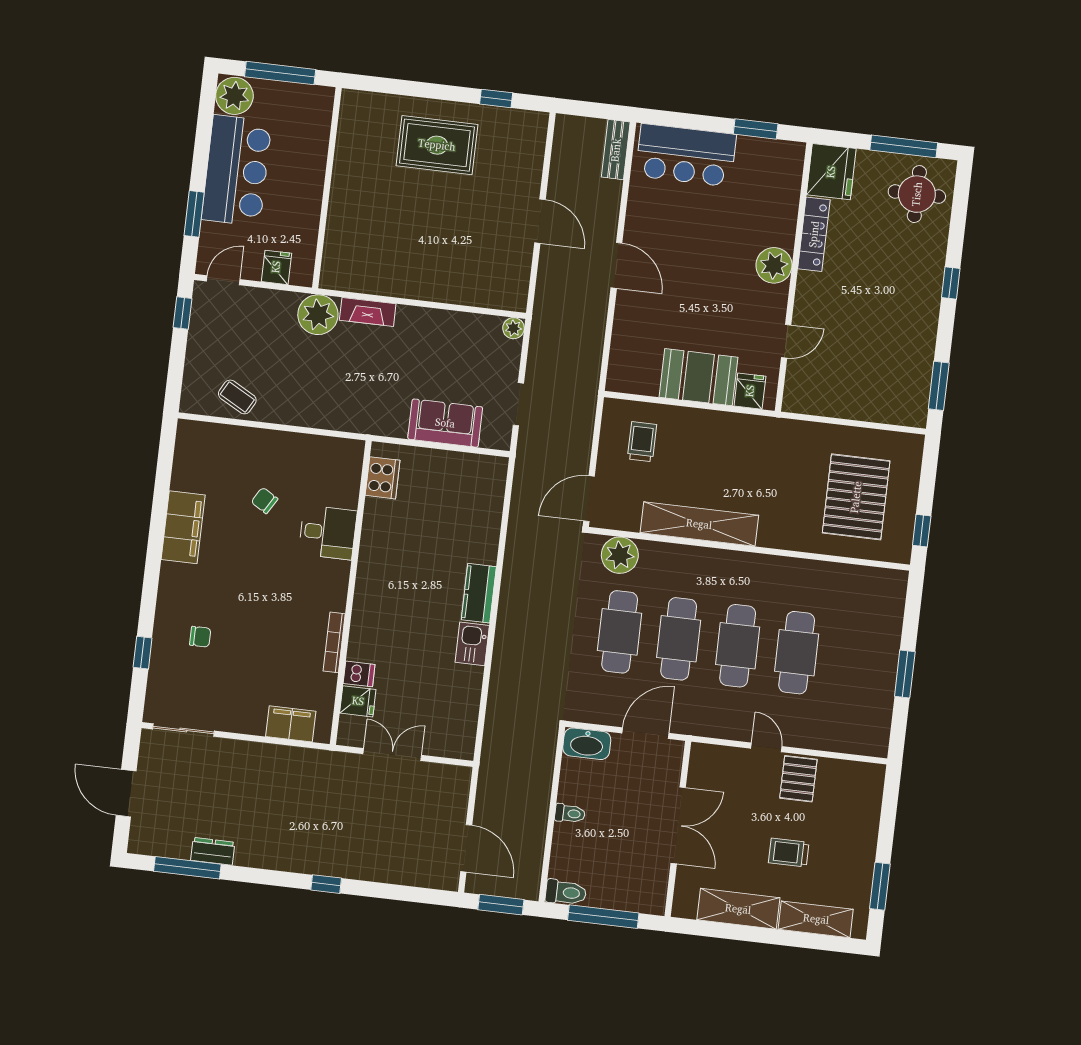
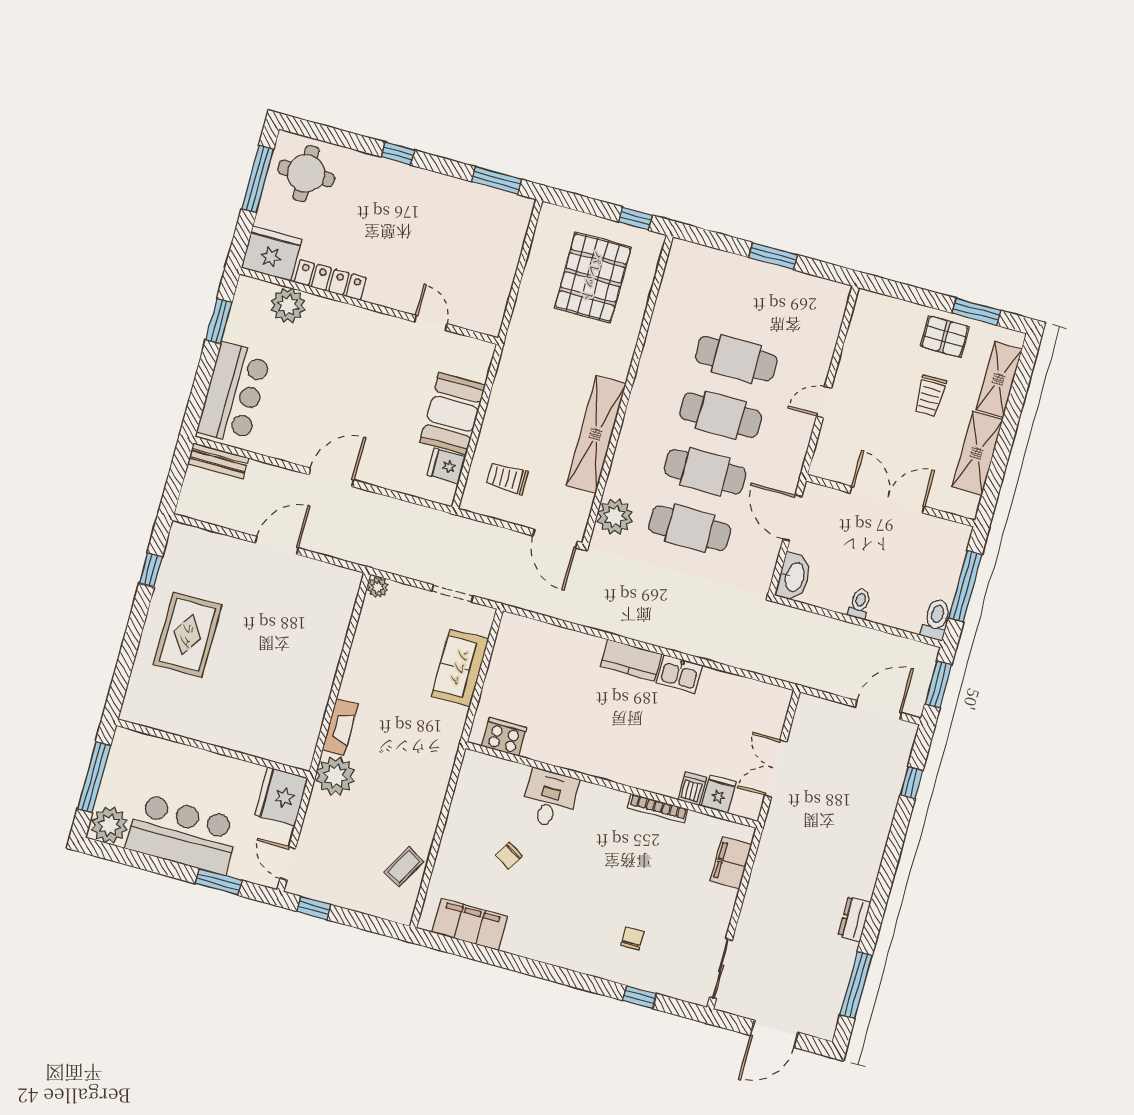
plant: (774, 265) -> (288, 305), moved
fridge: (276, 267) -> (281, 797), width x1.88, depth x1.34
fridge: (750, 391) -> (446, 466), moved
pallet: (856, 497) -> (593, 277), turned 90
filing cabinet: (183, 527) -> (470, 924), moved
pallet: (798, 779) -> (945, 336), moved
dresser: (213, 851) -> (854, 919), moved
window: (326, 884) -> (912, 783), moved

